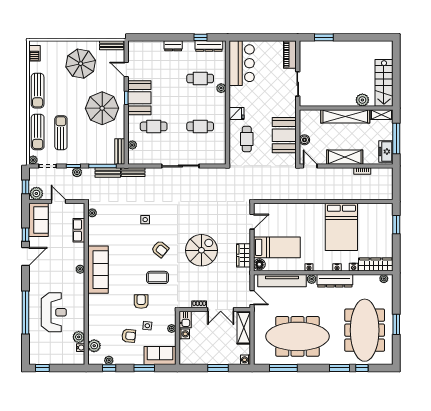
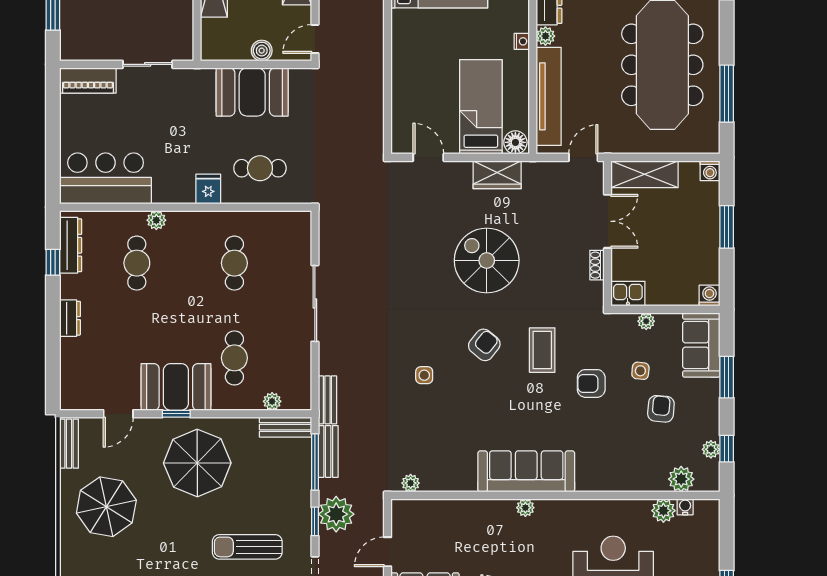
plant: (77, 172) -> (336, 514), width x1.88, depth x1.88
row of seats: (79, 230) -> (446, 510), removed
washing machine: (184, 334) -> (709, 296), moved

